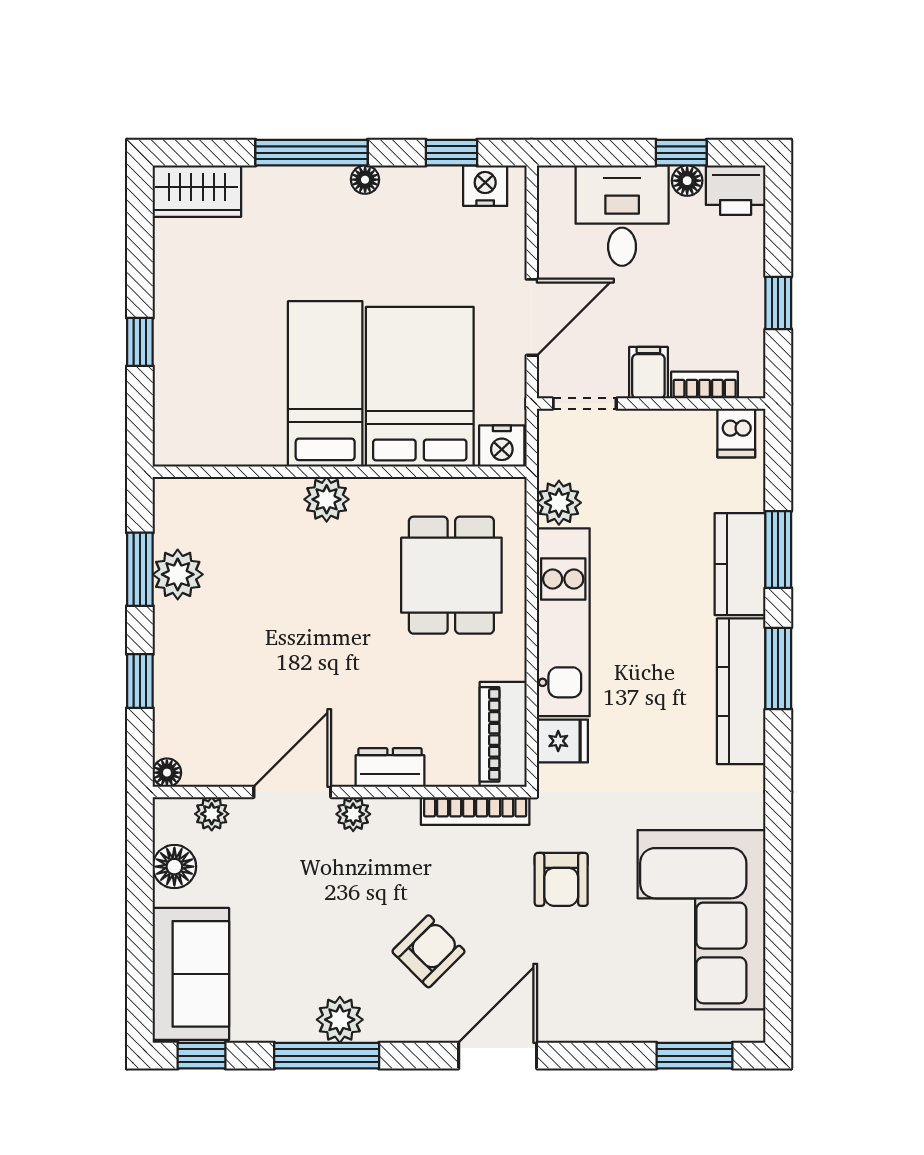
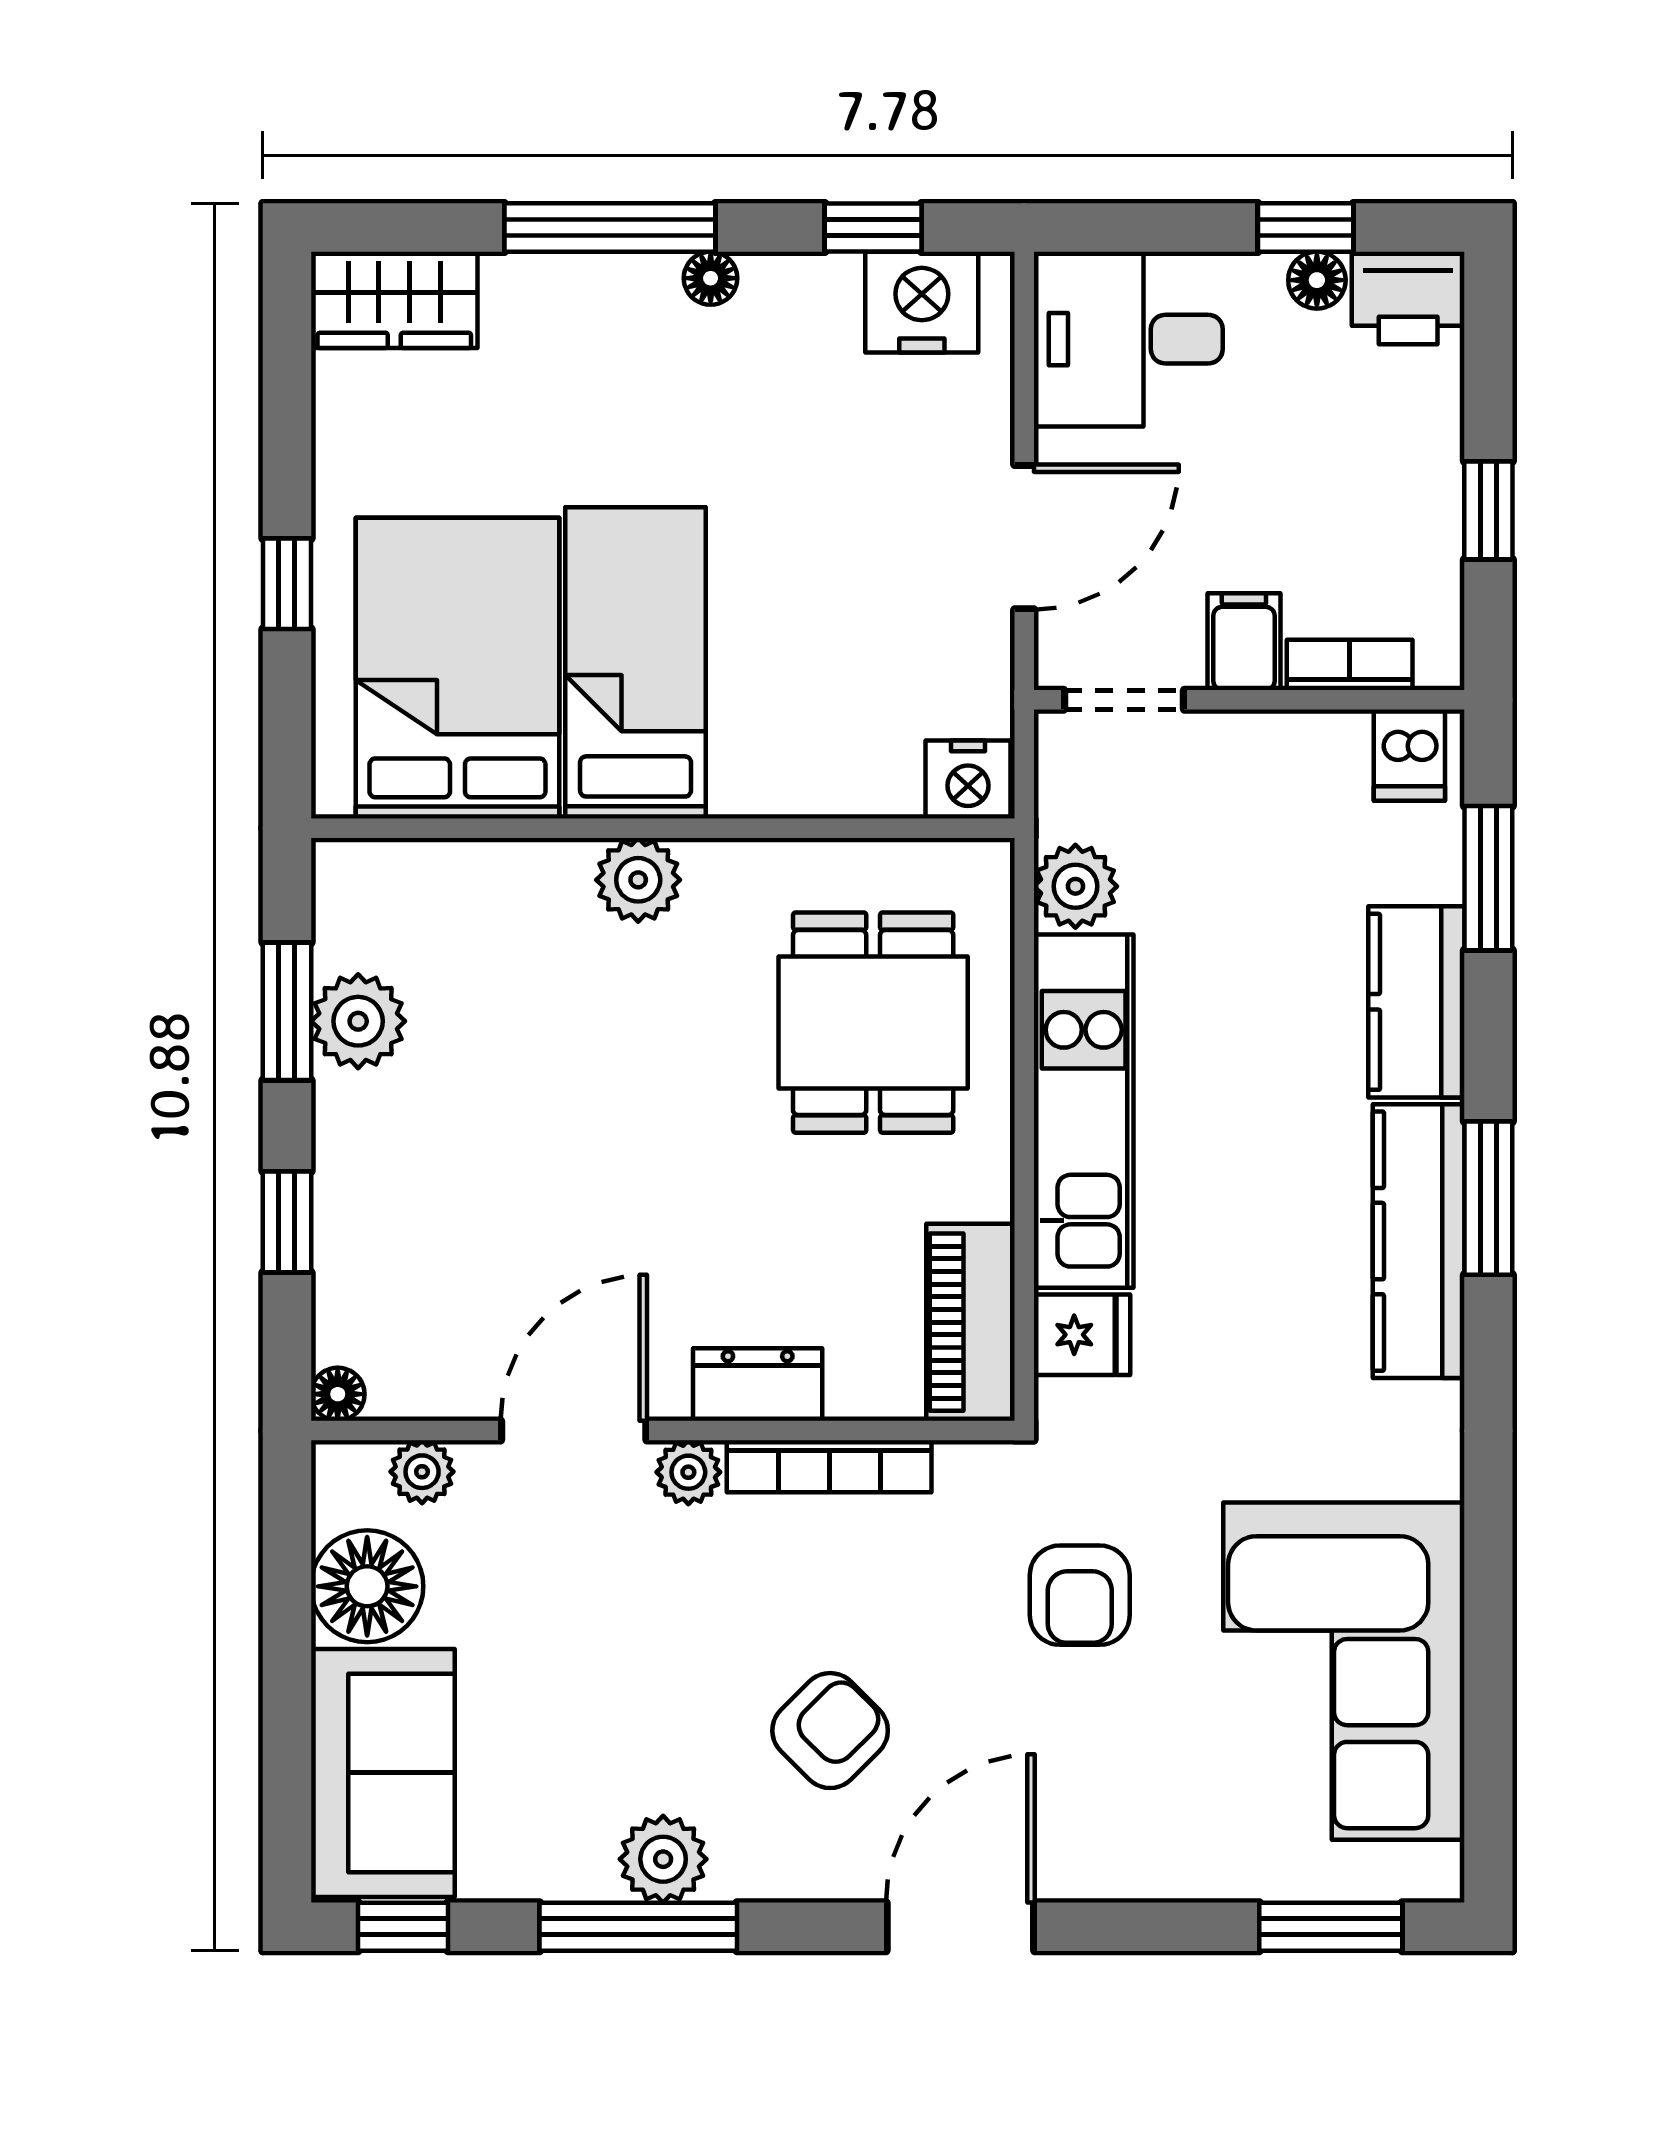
nightstand: (485, 186) -> (922, 302), width x1.36, depth x1.33
desk: (622, 216) -> (1128, 339), moved, turned -90
bed: (420, 387) -> (457, 668), moved
window: (778, 550) -> (1488, 878), moved
bookcase: (475, 811) -> (829, 1466), moved
floor lamp: (174, 867) -> (367, 1586), width x1.38, depth x1.38

